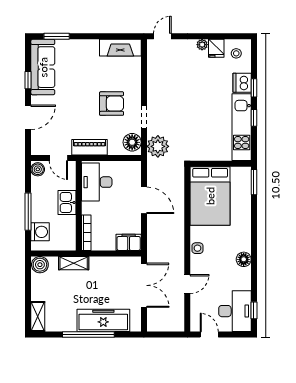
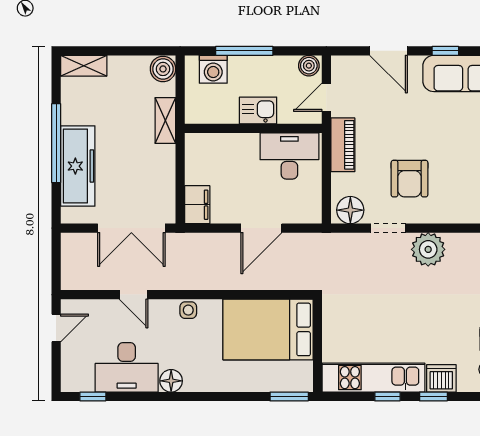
plant: (158, 146) -> (428, 249), moved
bookcase: (86, 233) -> (212, 140), removed
desk: (235, 311) -> (127, 367), moved

